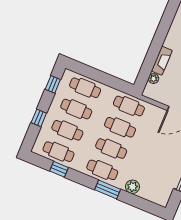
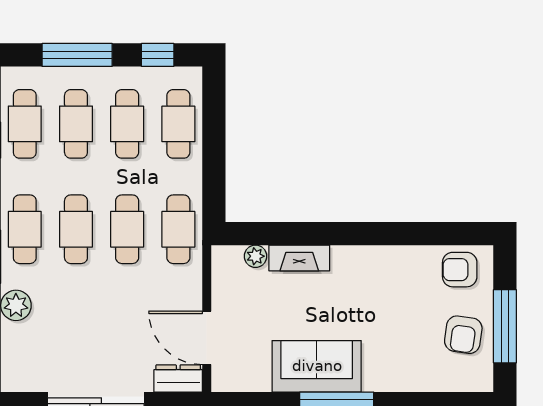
window: (39, 118) -> (77, 55), width x2.17

